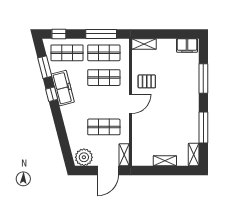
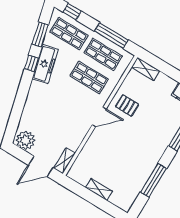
shop shelf: (104, 127) -> (61, 123), removed
shelving: (194, 154) -> (129, 200), removed

